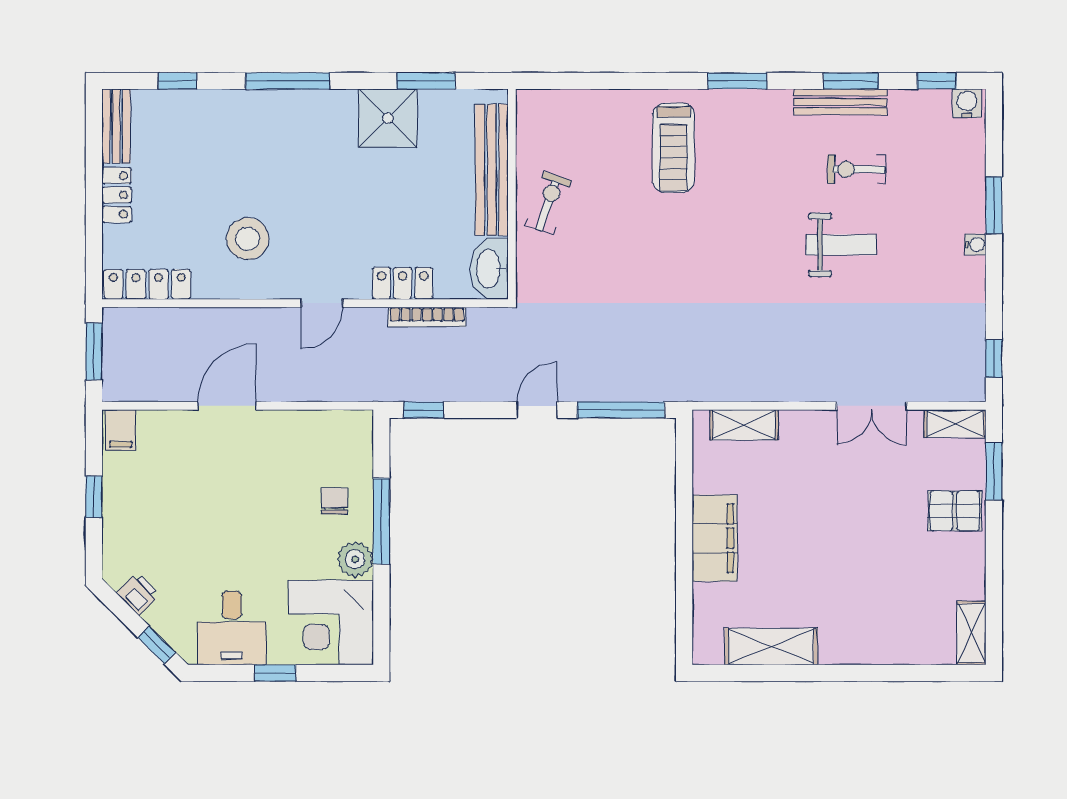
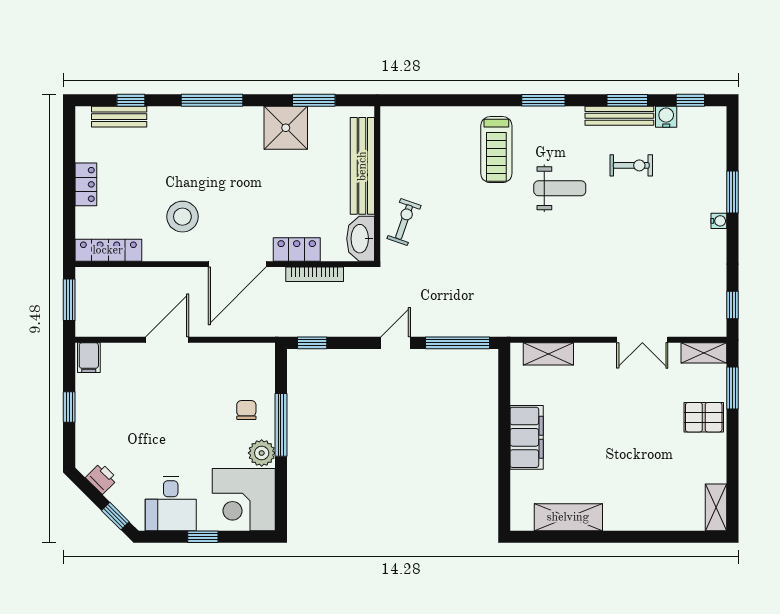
water cooler: (967, 103) -> (666, 117), moved
bench: (116, 126) -> (119, 117), moved, turned 90
exercise bike: (856, 169) -> (631, 165), turned 180
exercise bike: (548, 203) -> (404, 222), moved
weight bench: (841, 245) -> (560, 188), moved
door: (322, 303) -> (237, 264), width x1.88

